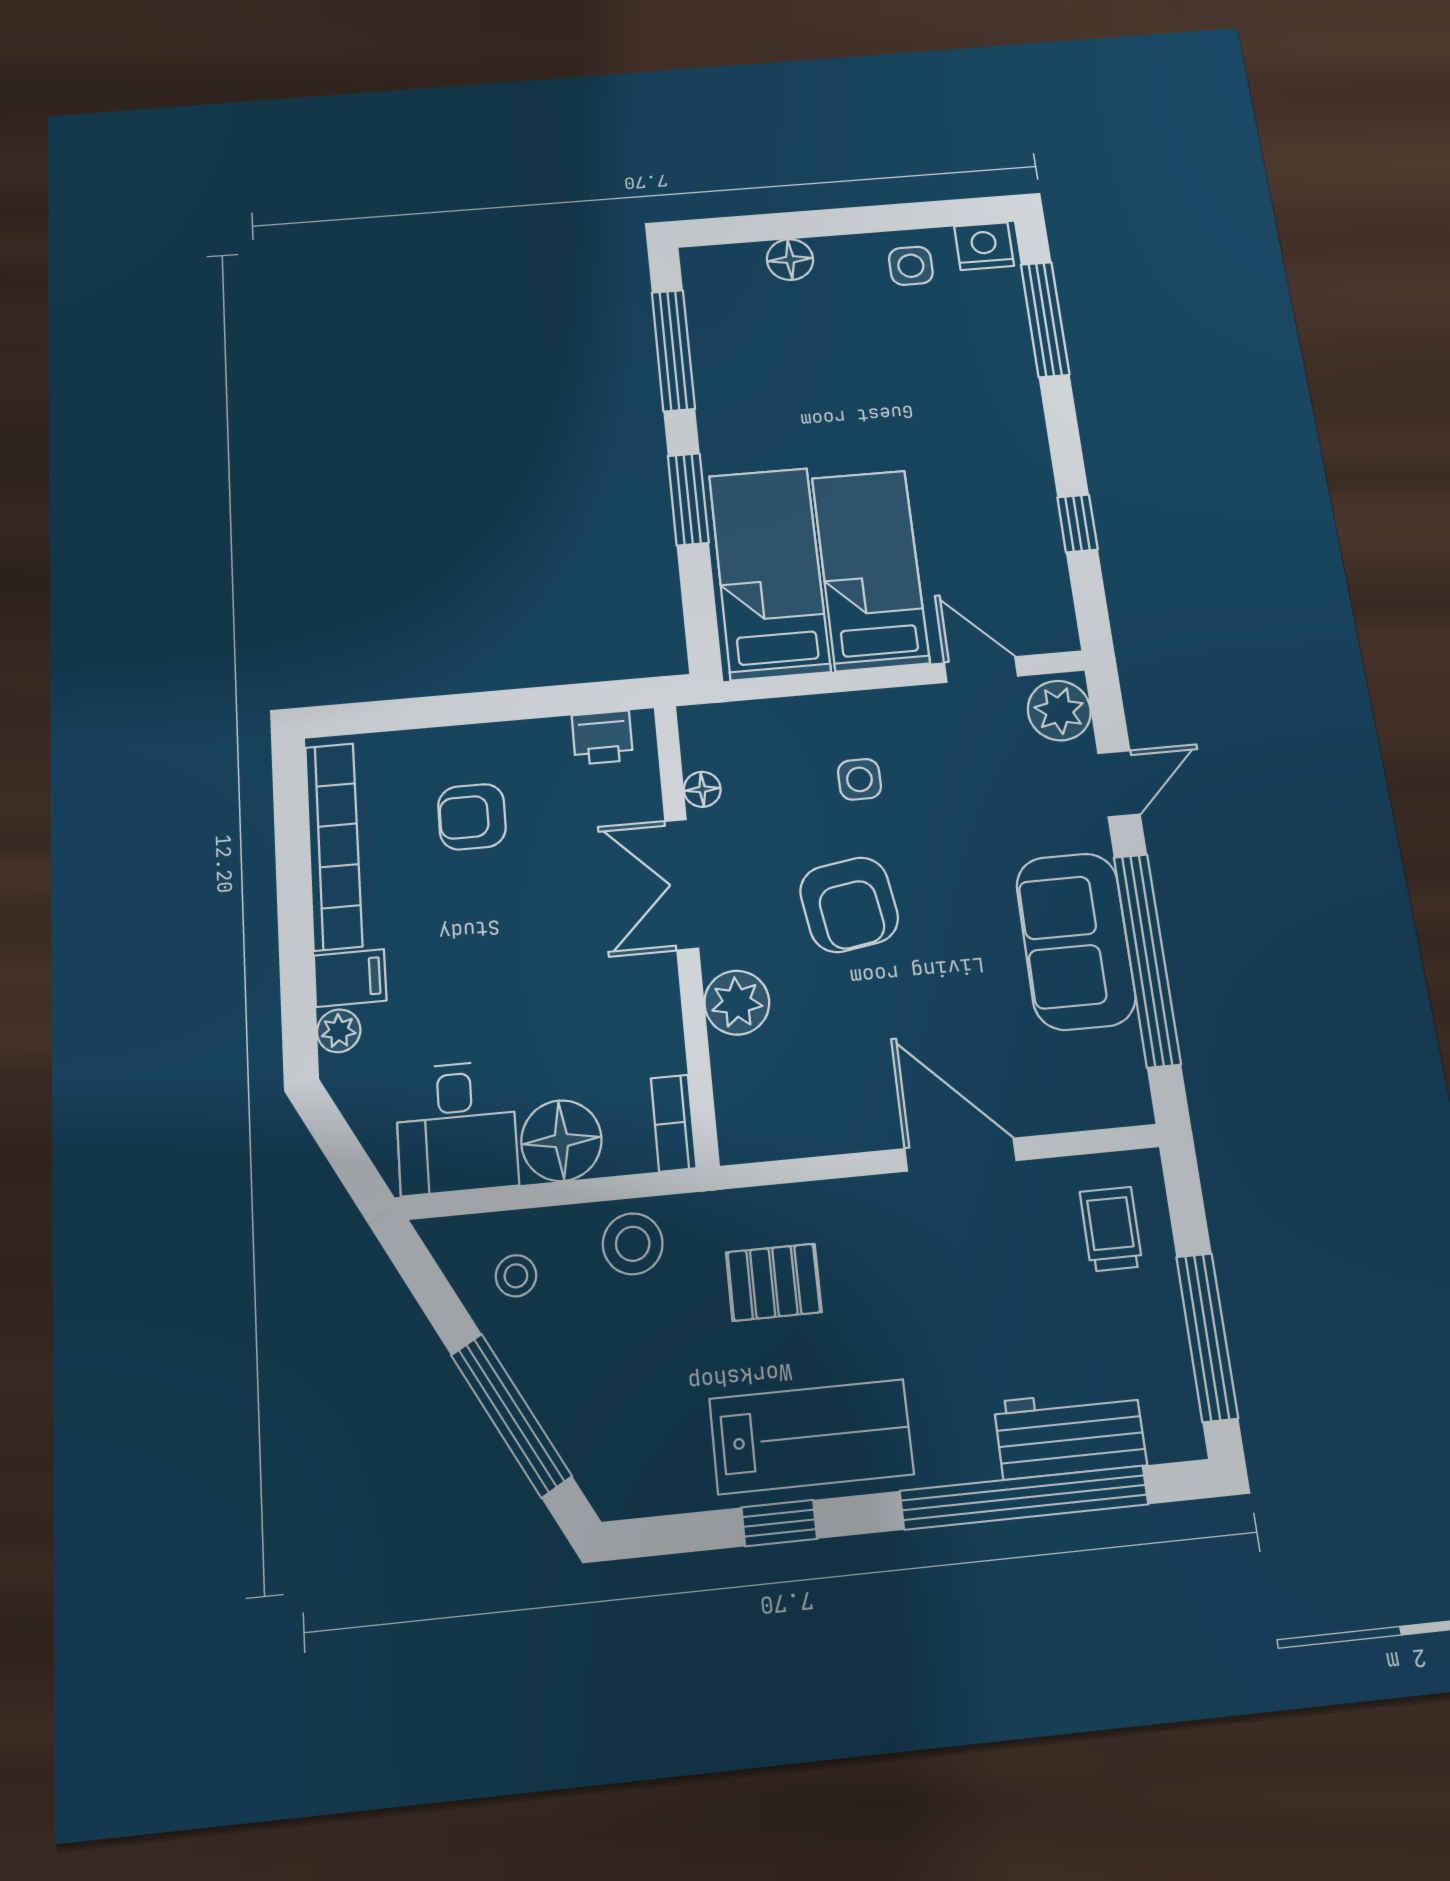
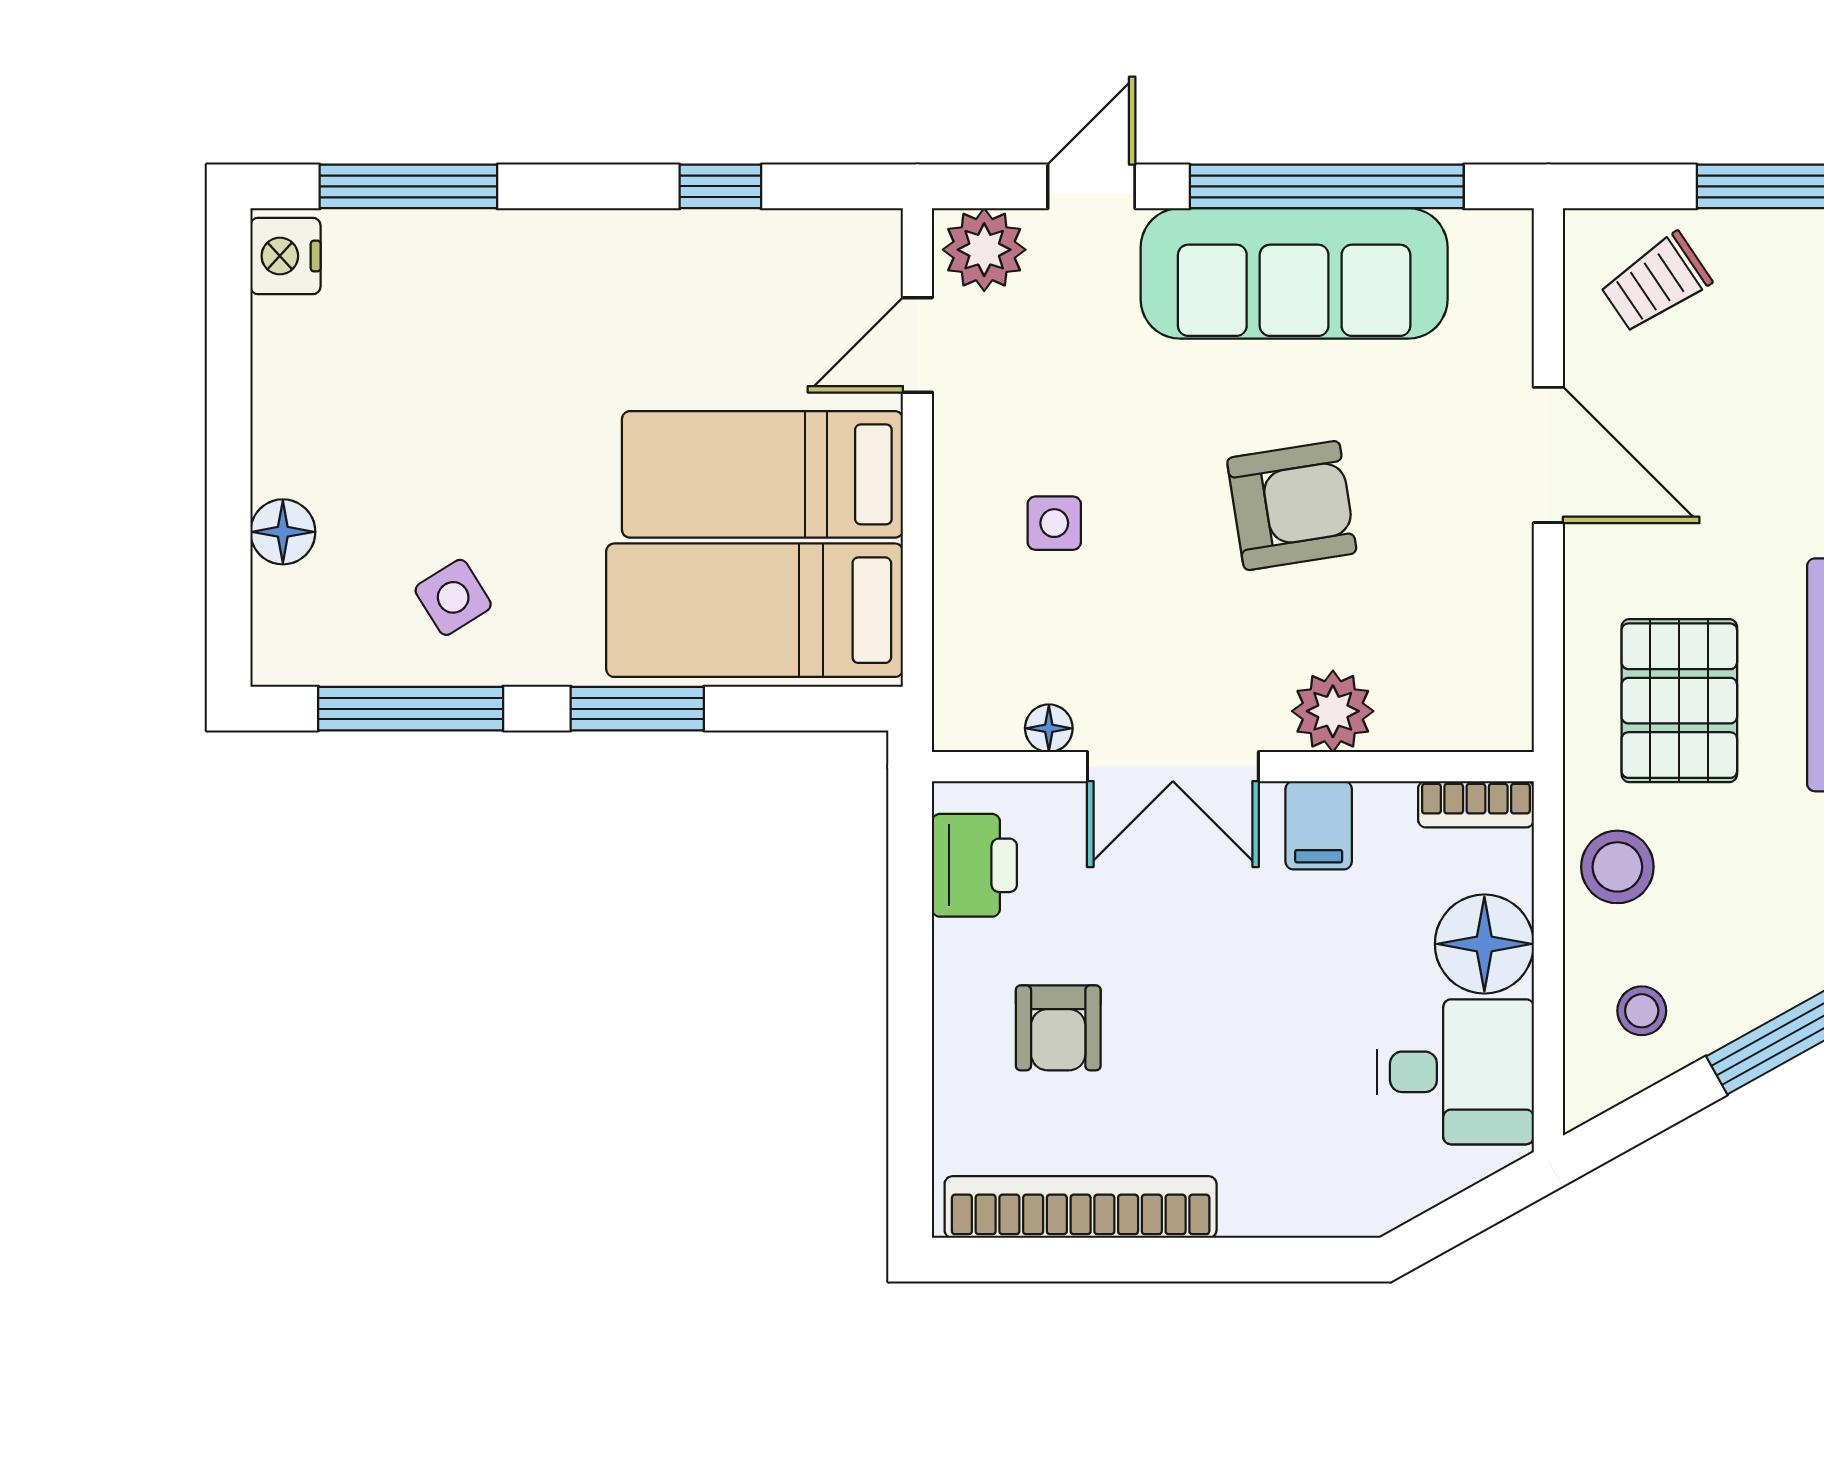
side table: (911, 266) -> (453, 597), moved, turned -32
printer: (602, 738) -> (974, 865), width x1.36, depth x1.24
door: (1119, 784) -> (1091, 186), hinge flipped
armchair: (849, 905) -> (1292, 506), moved
sofa: (1076, 941) -> (1294, 273), width x1.36
filing cabinet: (350, 978) -> (1319, 825), moved, turned 180
plant: (339, 1031) -> (1322, 1211), removed
door: (960, 1155) -> (1548, 455), swing flipped
trolley: (1111, 1229) -> (1656, 283), turned -34
pallet: (774, 1282) -> (1679, 701), width x1.50, depth x1.42

